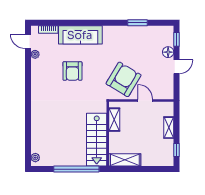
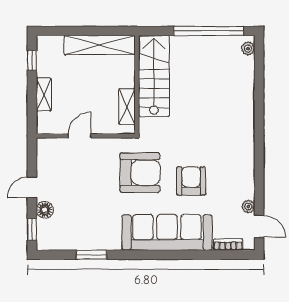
sofa: (80, 35) -> (167, 232), width x1.36, depth x1.27
armchair: (124, 79) -> (140, 172), moved, turned -121
door: (145, 100) -> (80, 136), swing flipped
shelving: (125, 160) -> (100, 45), width x1.47
window: (76, 169) -> (209, 31), moved

